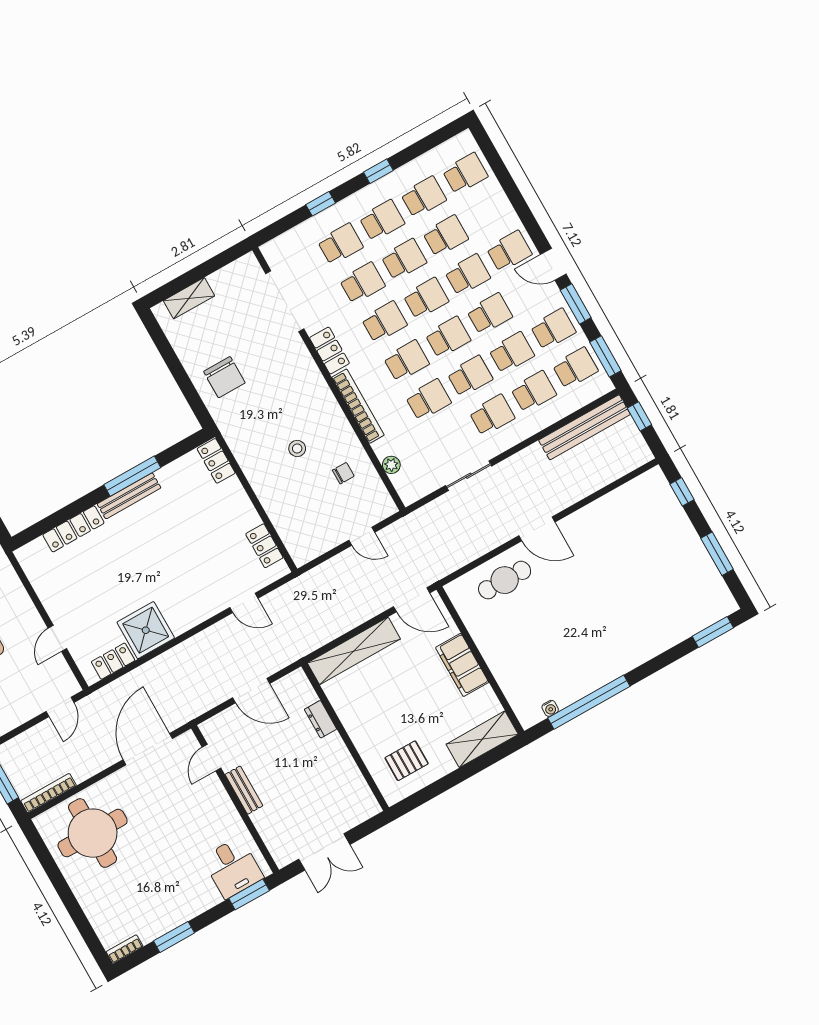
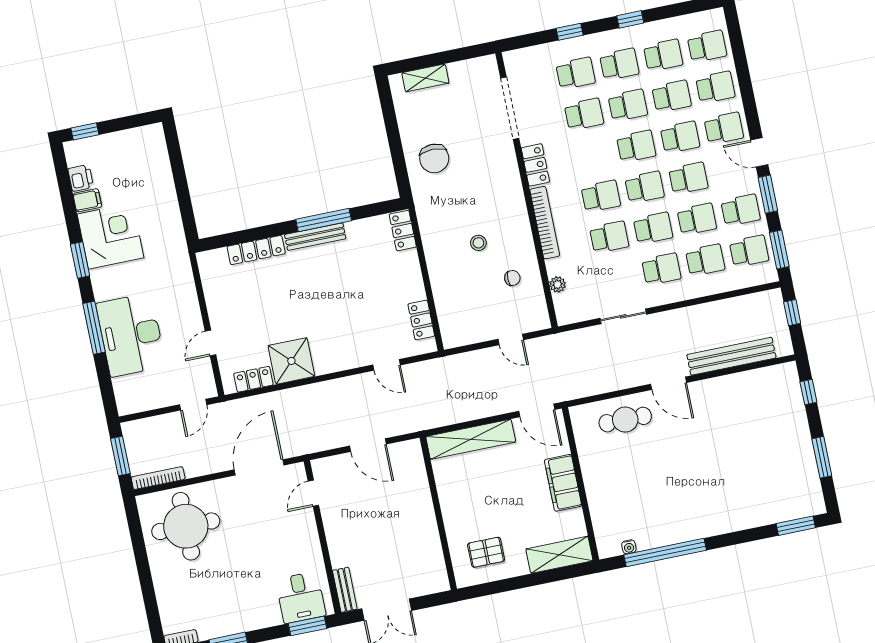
school desk: (384, 322) -> (715, 87), moved
bench: (584, 427) -> (731, 356), moved
dresser: (321, 719) -> (421, 490), removed
bench: (244, 790) -> (345, 590), moved

